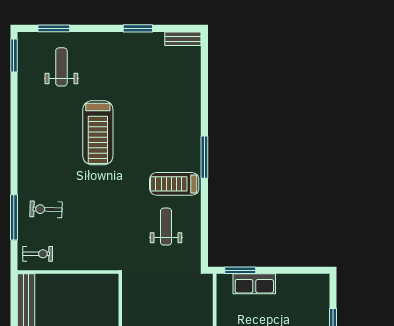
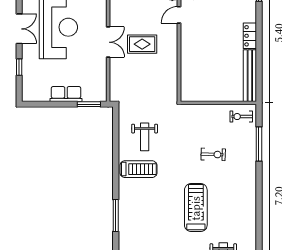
window: (204, 157) -> (116, 215), moved
exercise bike: (46, 209) -> (213, 154), moved
row of seats: (254, 284) -> (66, 94), moved

